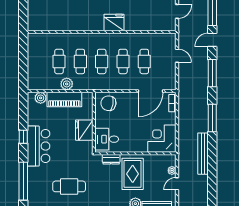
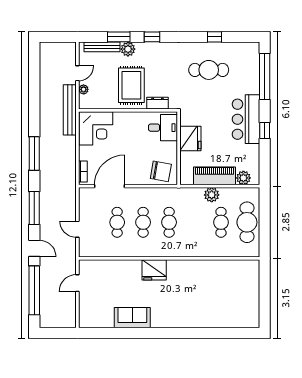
door: (212, 40) -> (34, 248), hinge flipped
cafe table: (80, 61) -> (247, 222), moved, width x1.37, depth x1.35
bench: (203, 154) -> (70, 110), moved

